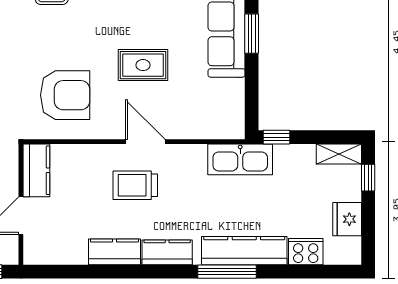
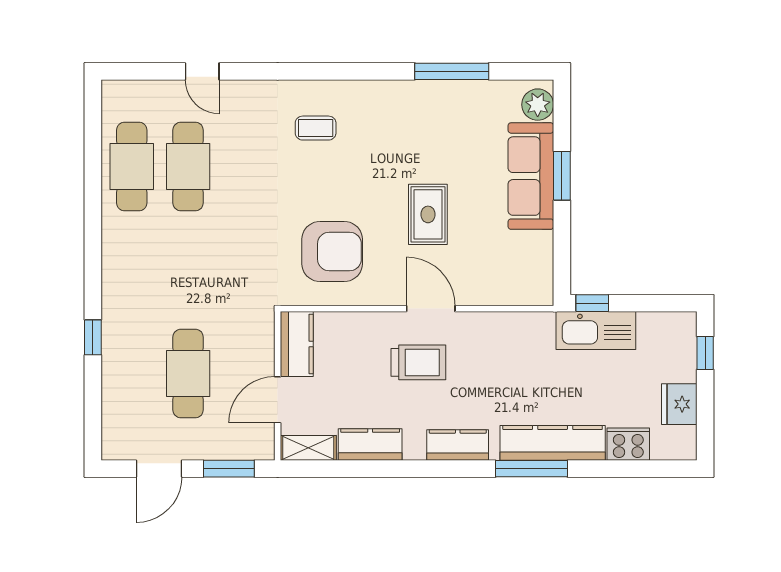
rug: (143, 65) -> (428, 214), turned 90
shelving: (339, 154) -> (308, 448), moved
kitchen sink: (240, 159) -> (596, 330), moved
trolley: (135, 185) -> (418, 362), turned 180
kitchen counter: (114, 252) -> (370, 444), moved

